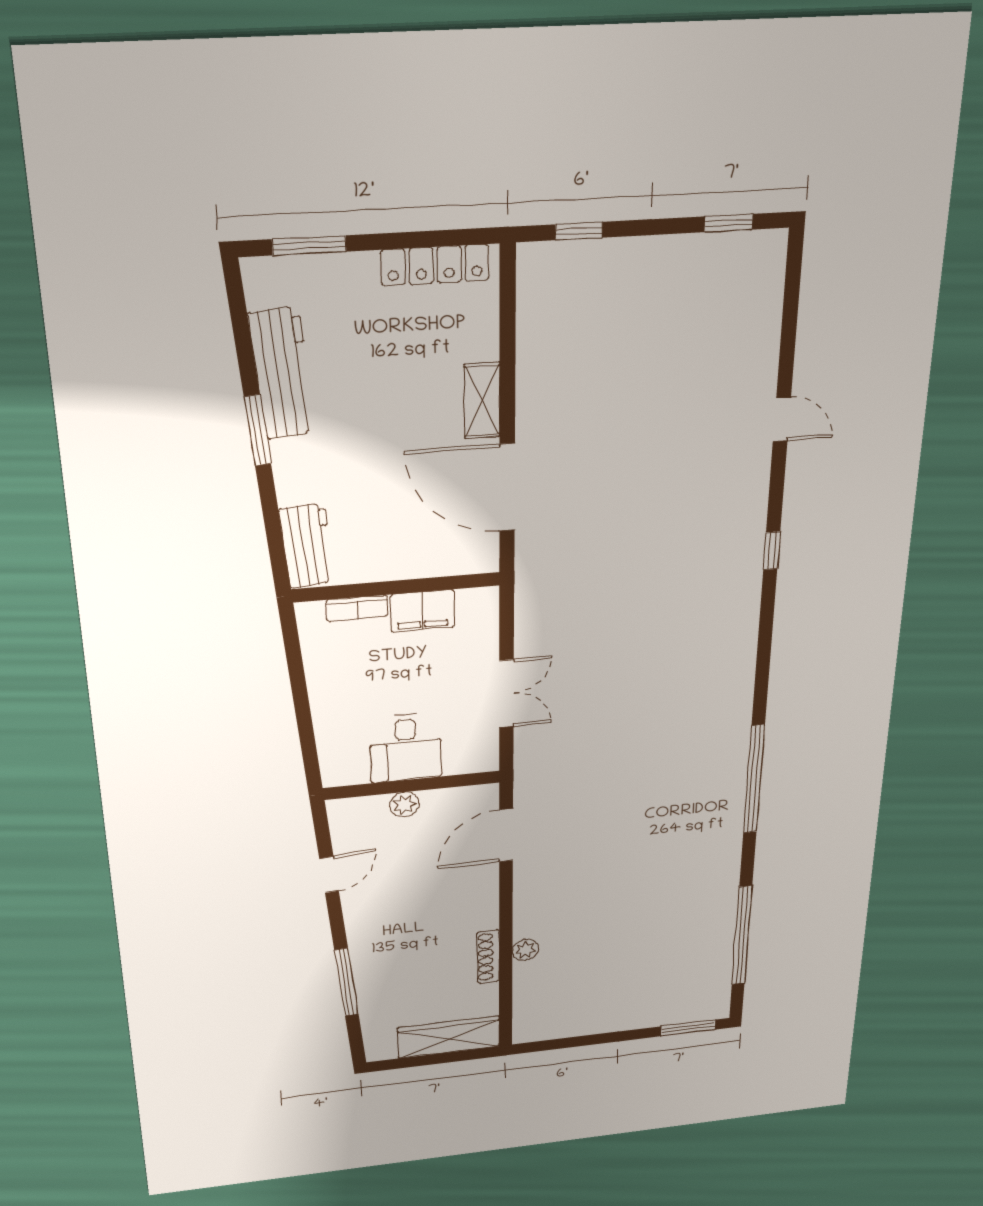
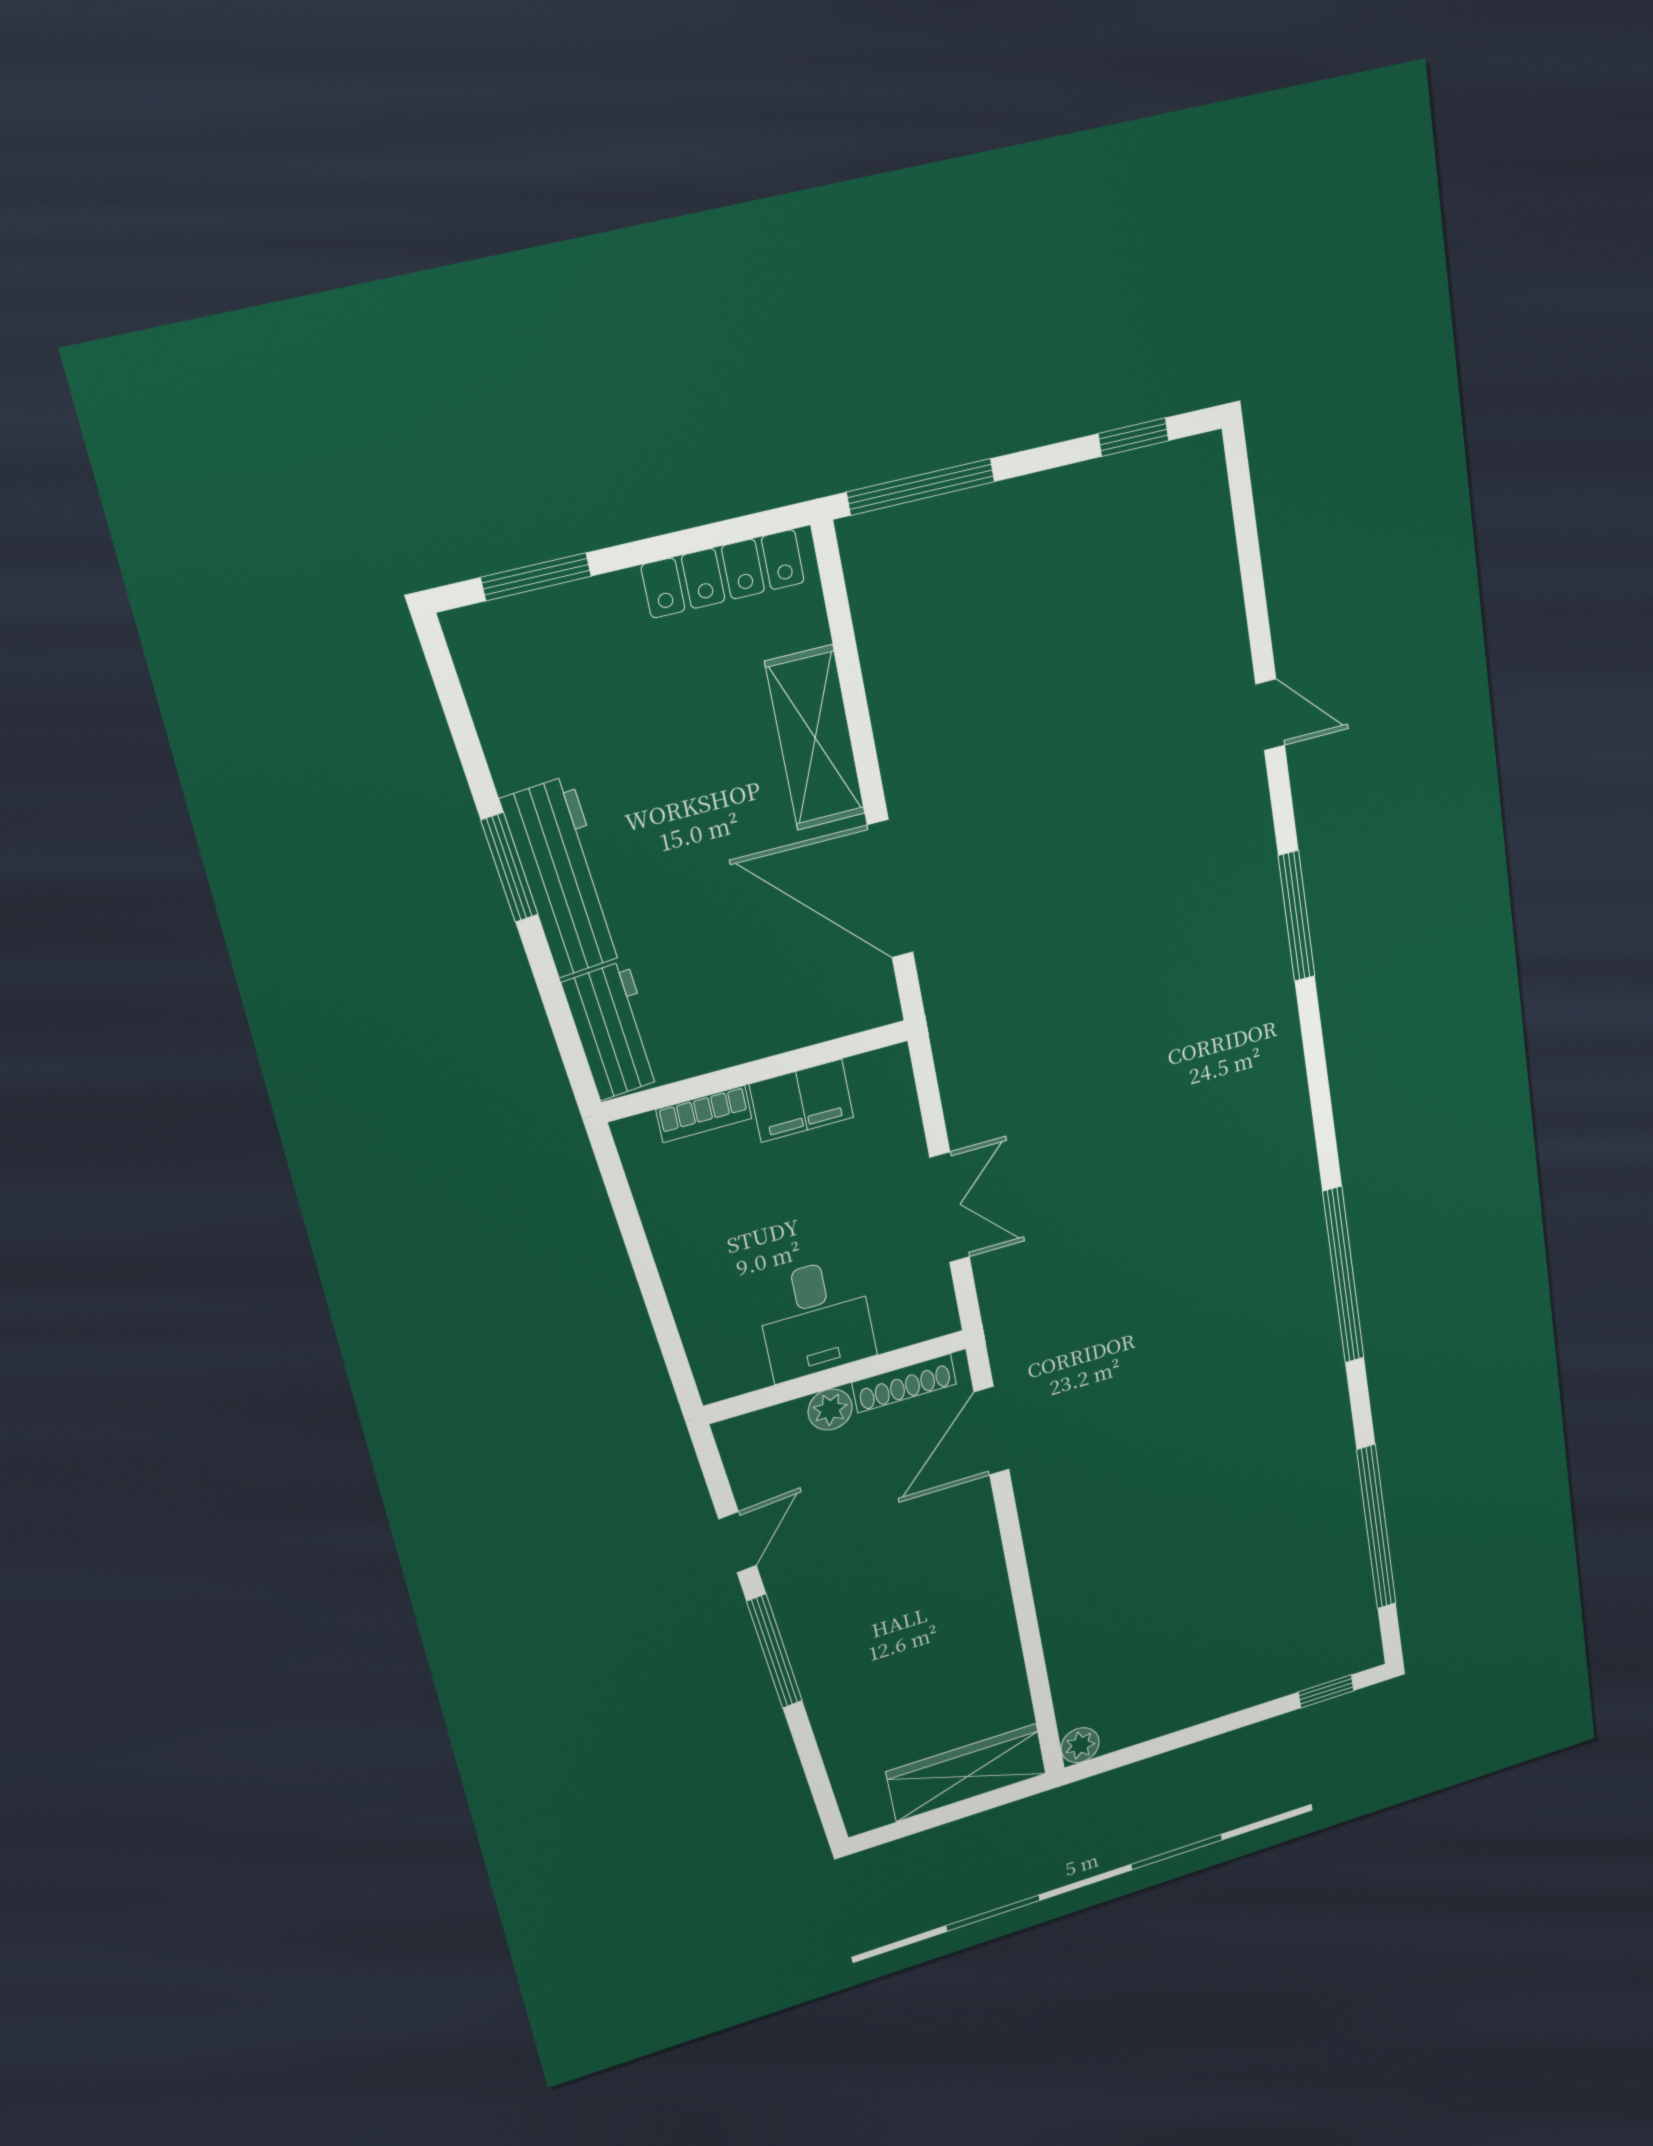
window: (579, 231) -> (921, 487), width x2.17
workbench: (282, 373) -> (565, 877), moved
shelving: (482, 401) -> (815, 738), width x1.50, depth x1.33
window: (772, 551) -> (1296, 916), width x2.17
plant: (525, 950) -> (1080, 1745), moved
shoe rack: (488, 957) -> (904, 1383), moved, turned -90
window: (346, 982) -> (775, 1651), moved
window: (688, 1028) -> (1326, 1691), width x0.67

